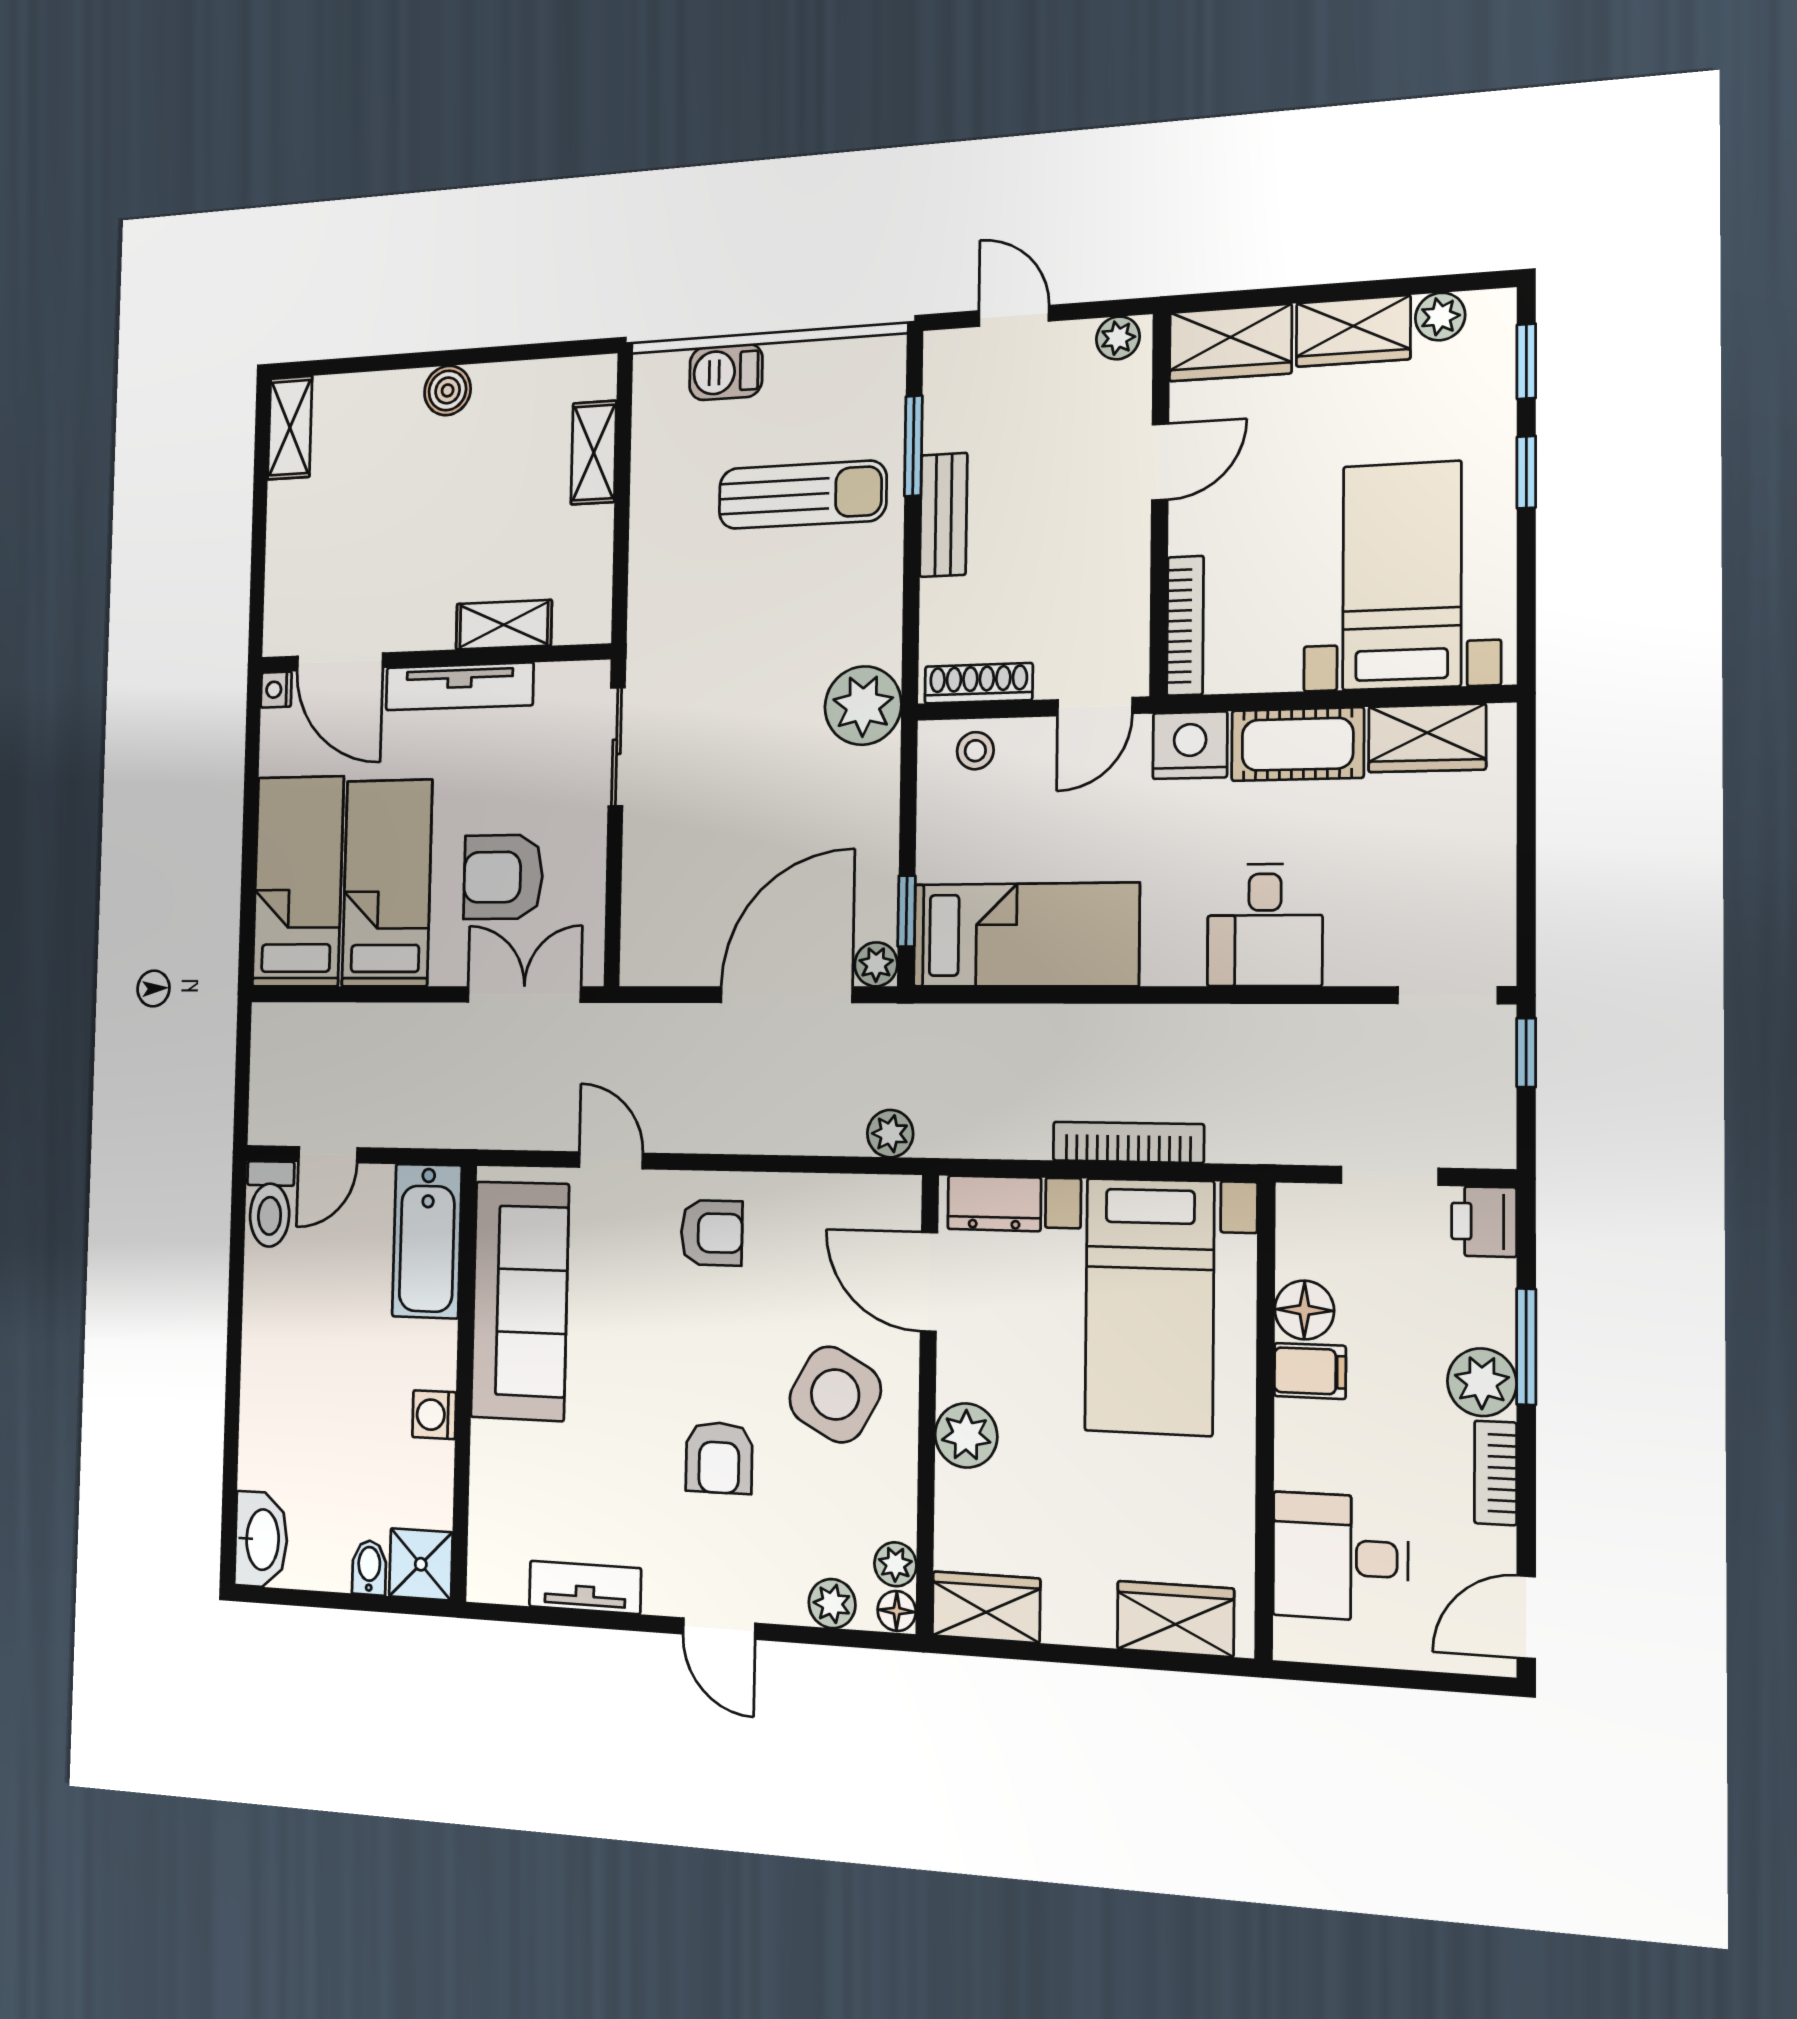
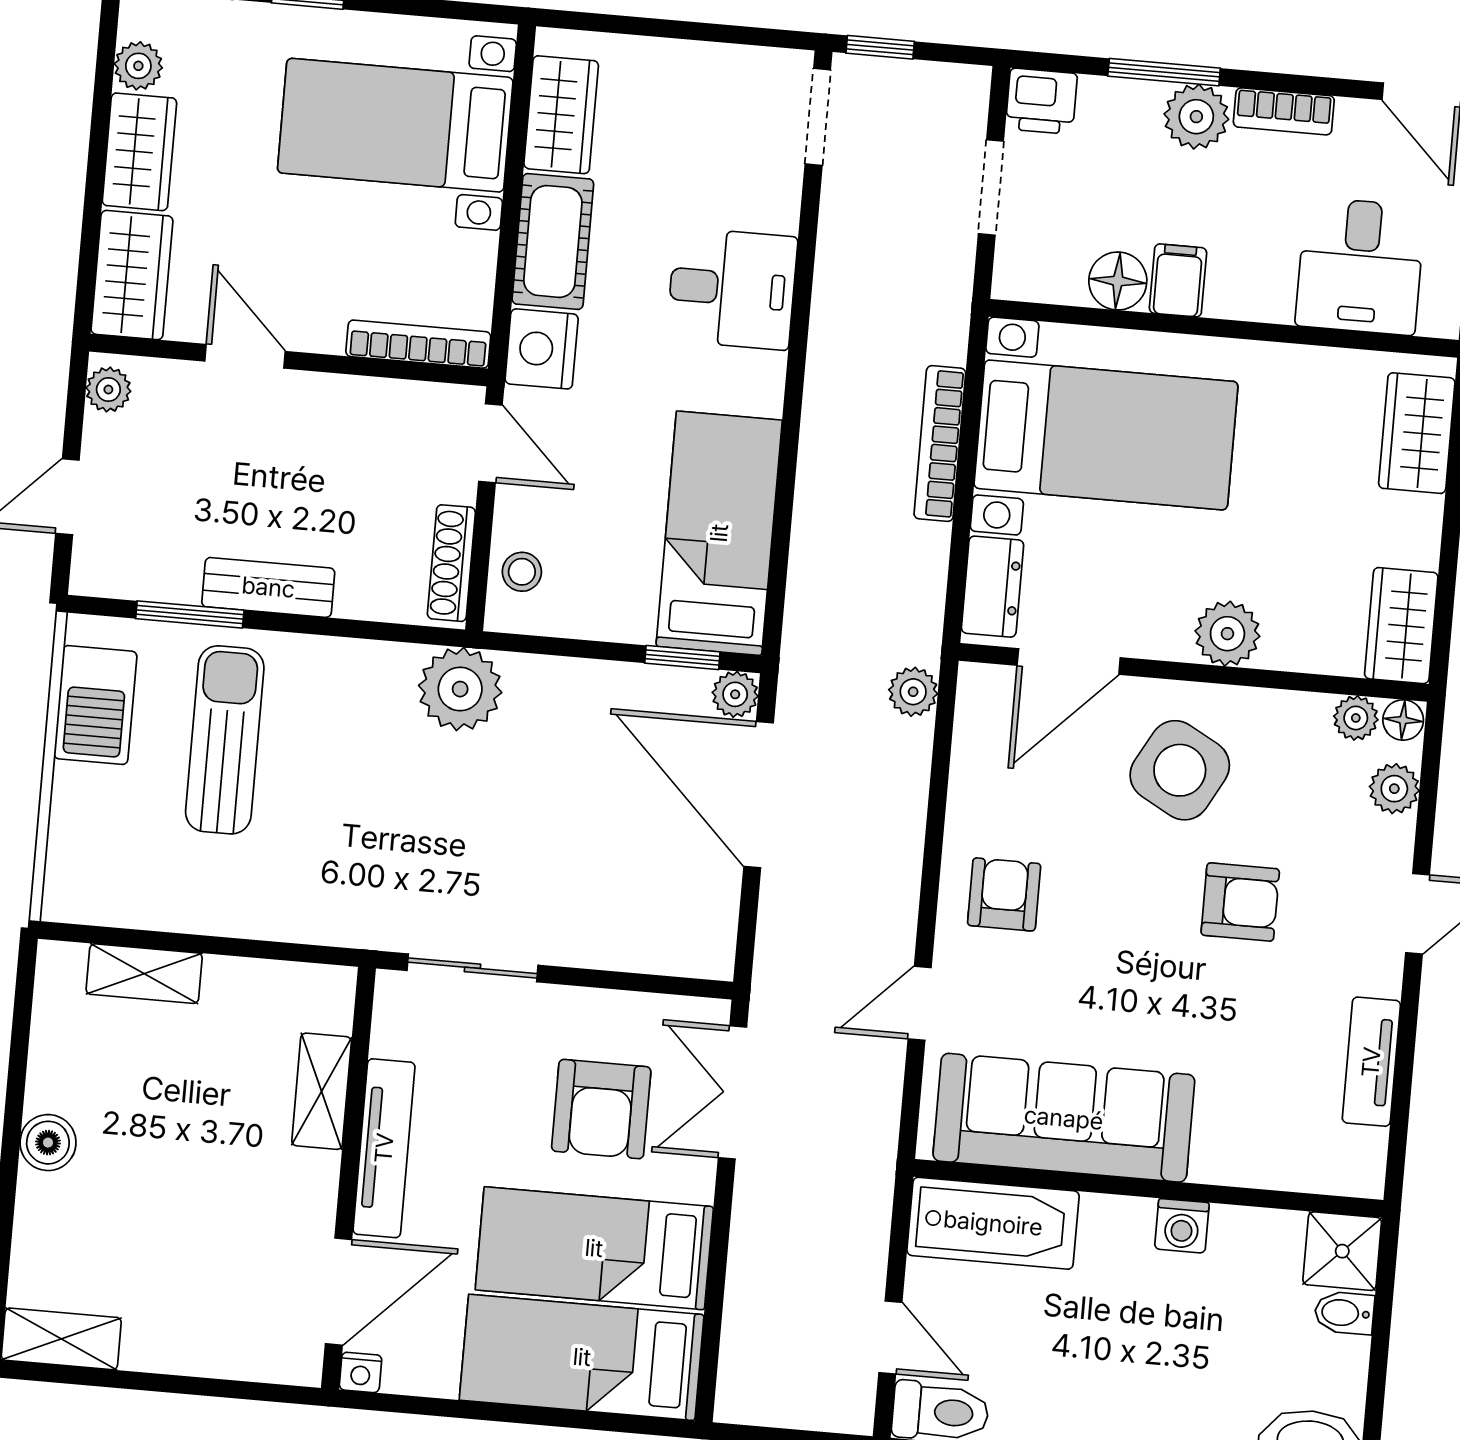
barbecue: (726, 372) -> (95, 705), moved, width x1.38, depth x1.27

